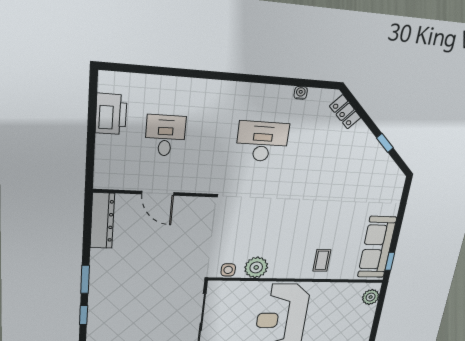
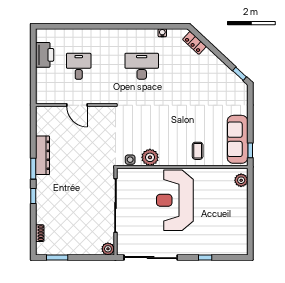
window: (385, 143) -> (239, 74), moved
dresser: (102, 221) -> (43, 155), moved

